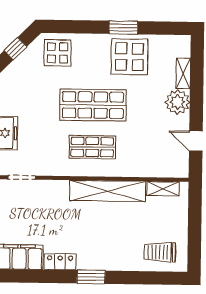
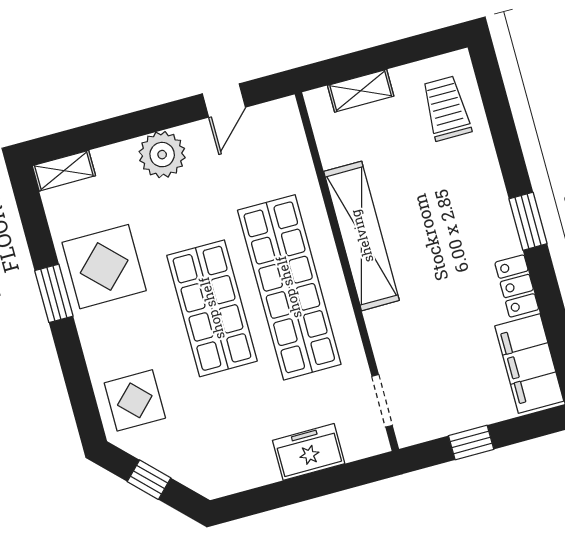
shelving: (183, 73) -> (64, 171), moved
shop shelf: (92, 147) -> (289, 287), width x2.00, depth x1.36
shelving: (163, 189) -> (361, 91), moved, turned 90
trolley: (160, 252) -> (446, 108), turned 180

